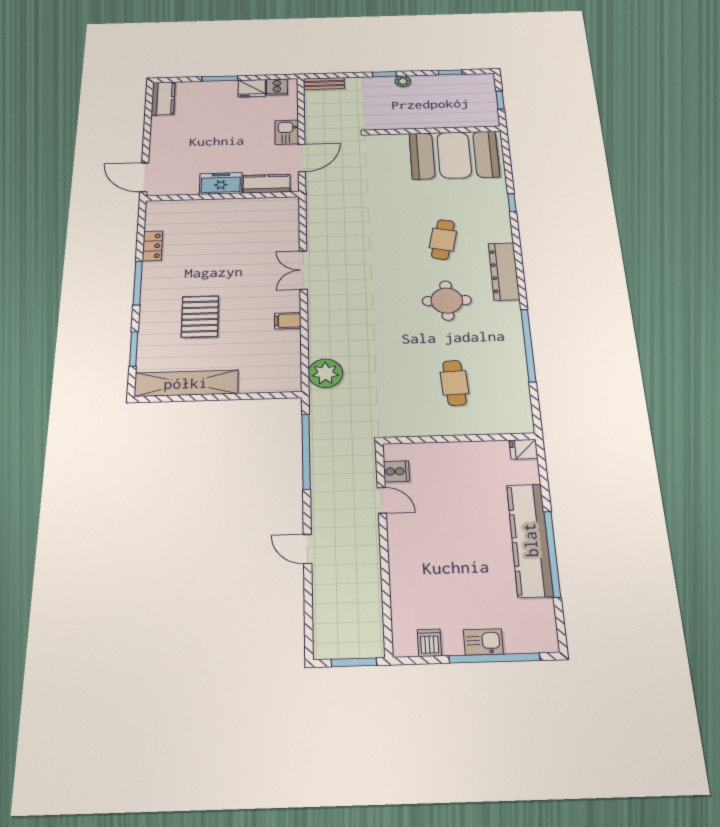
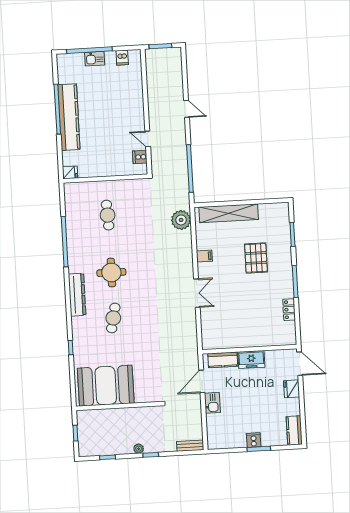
cooker: (277, 87) -> (254, 440), moved
fridge: (252, 88) -> (292, 389), moved, turned -90
shelving: (186, 383) -> (229, 213), moved

